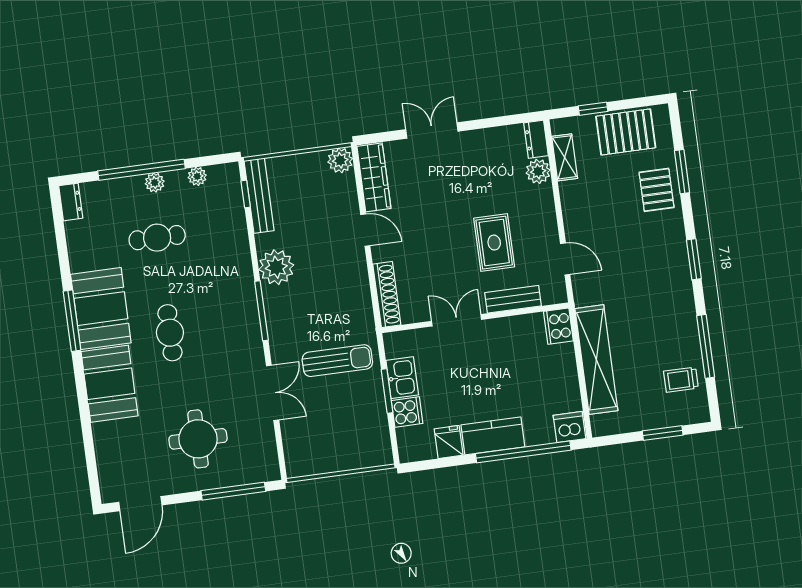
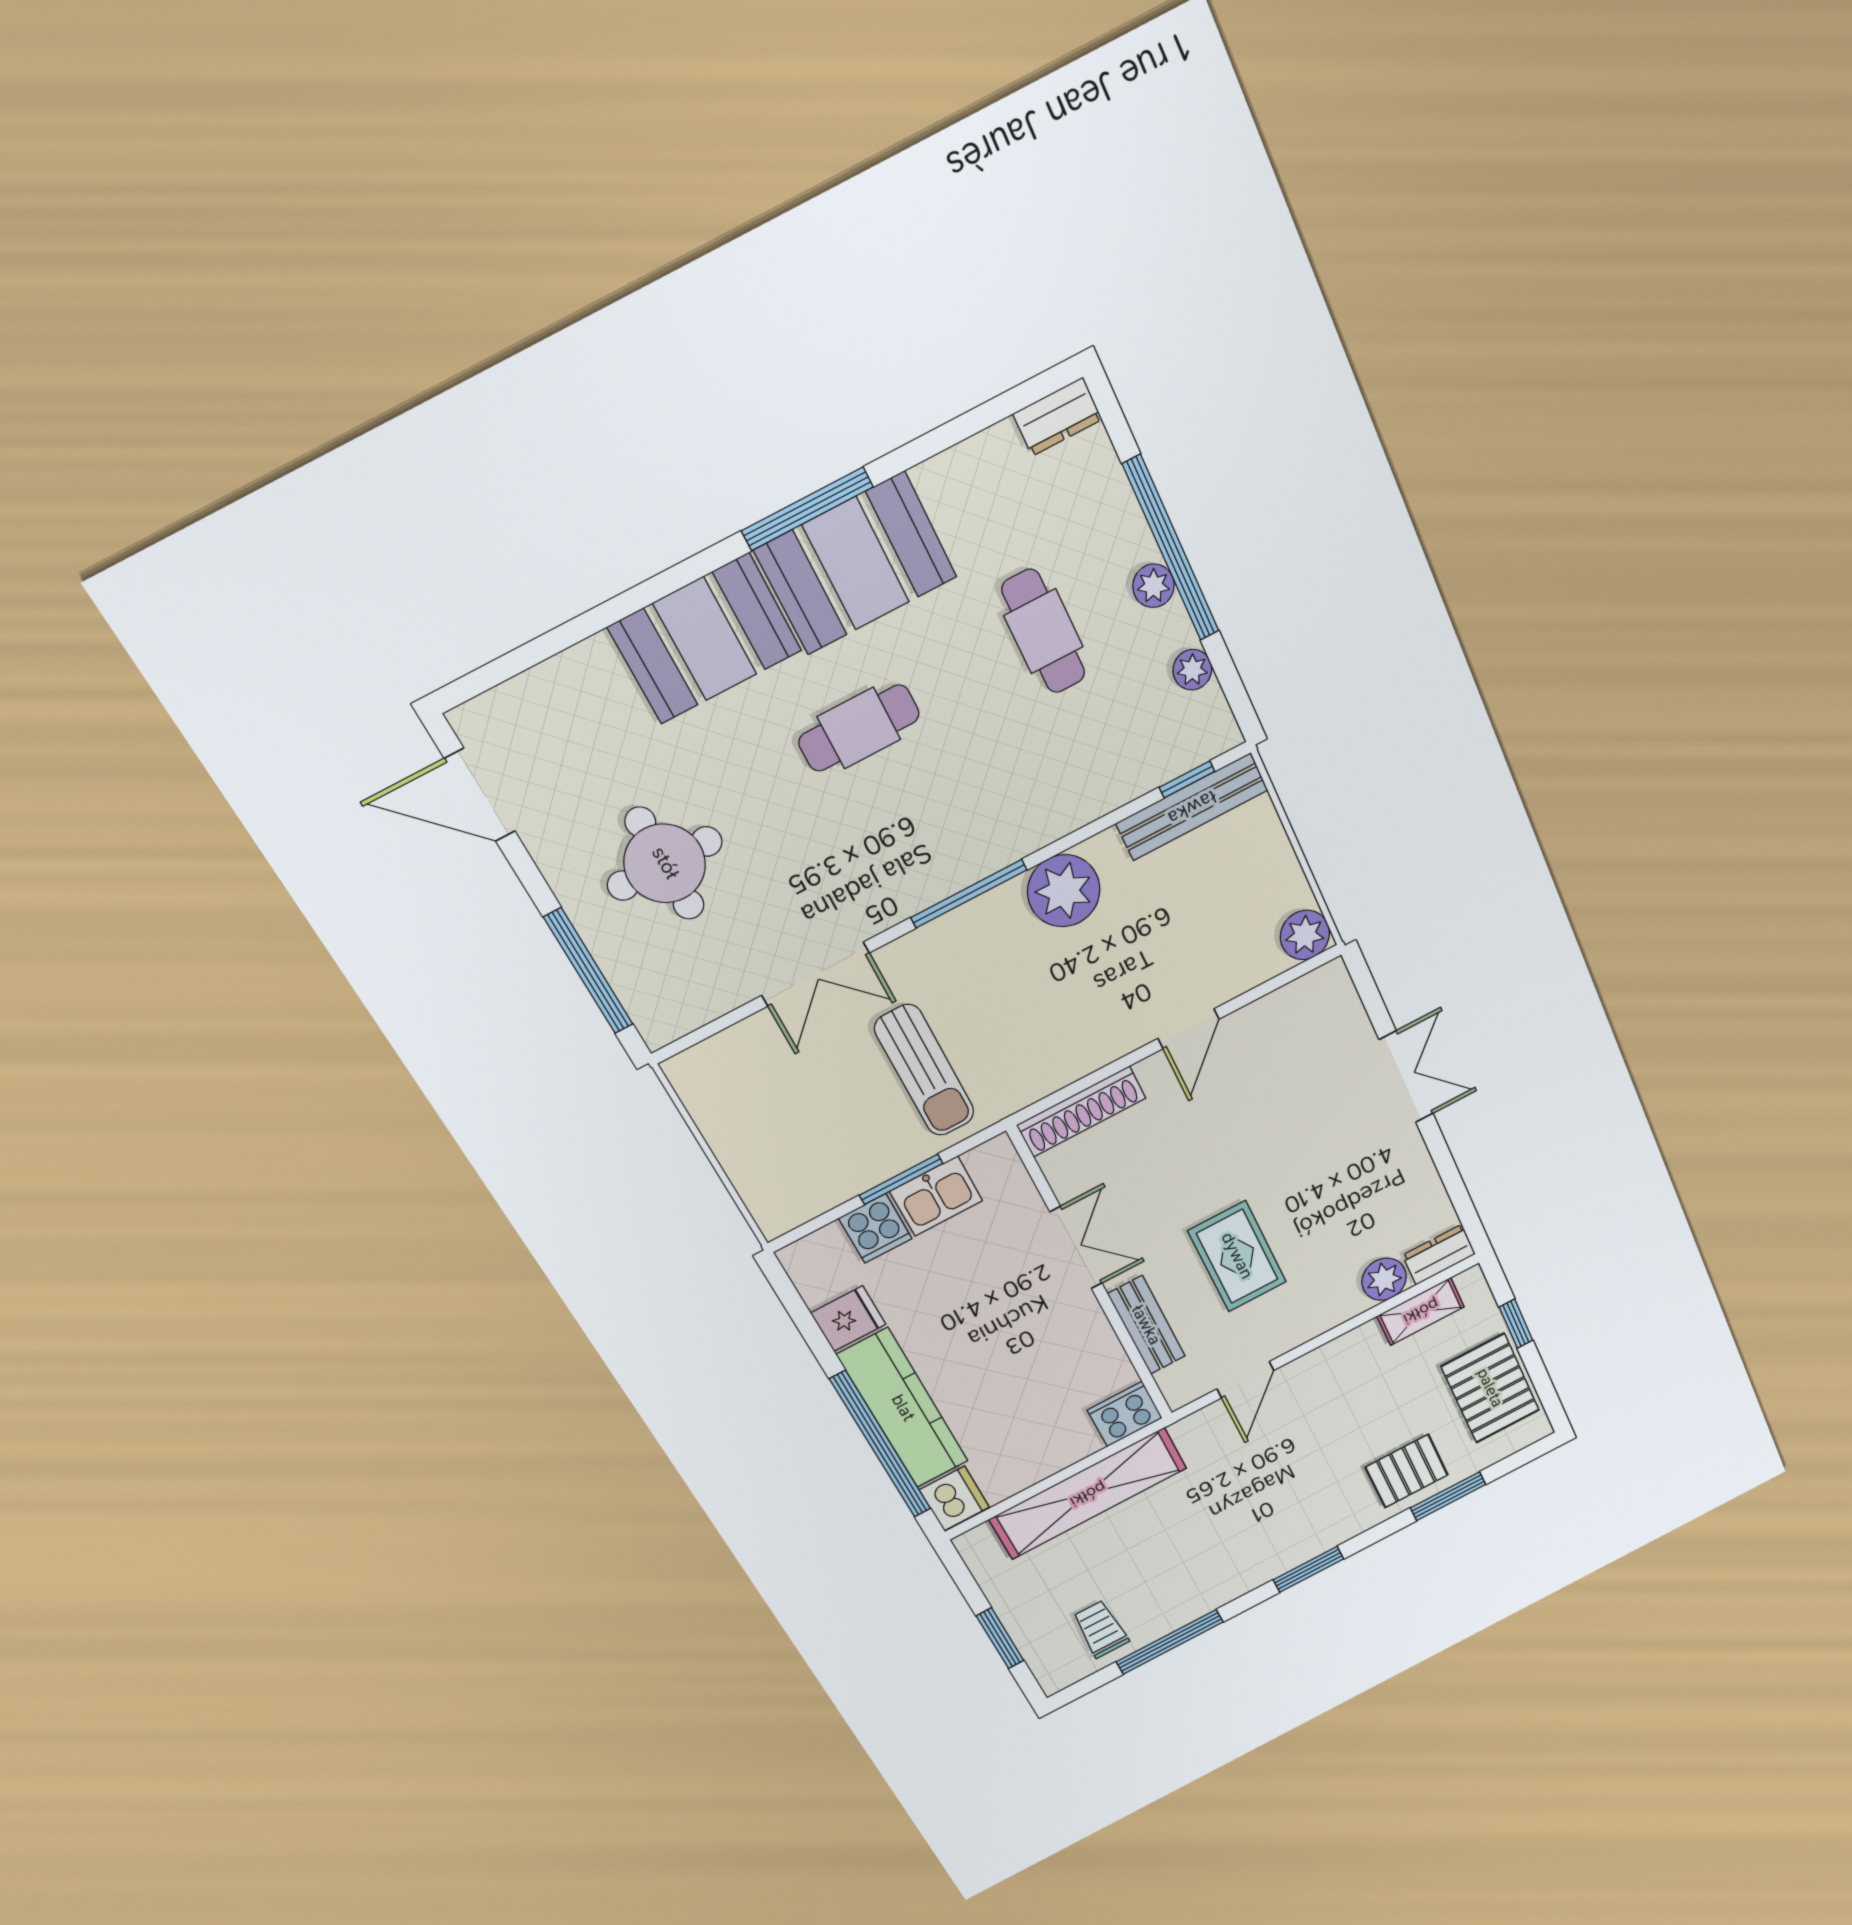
wardrobe: (374, 177) -> (1291, 1008), removed
rug: (494, 243) -> (1237, 1256), turned 90
kitchen counter: (493, 436) -> (903, 1408), width x1.50

